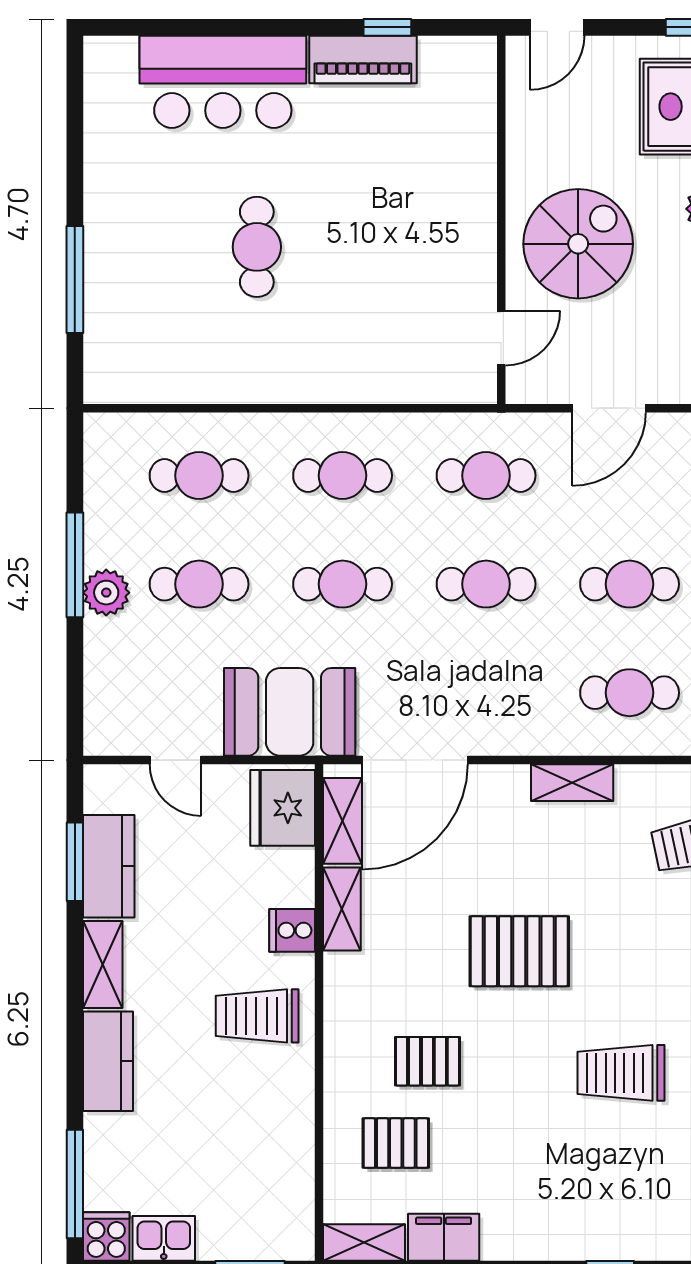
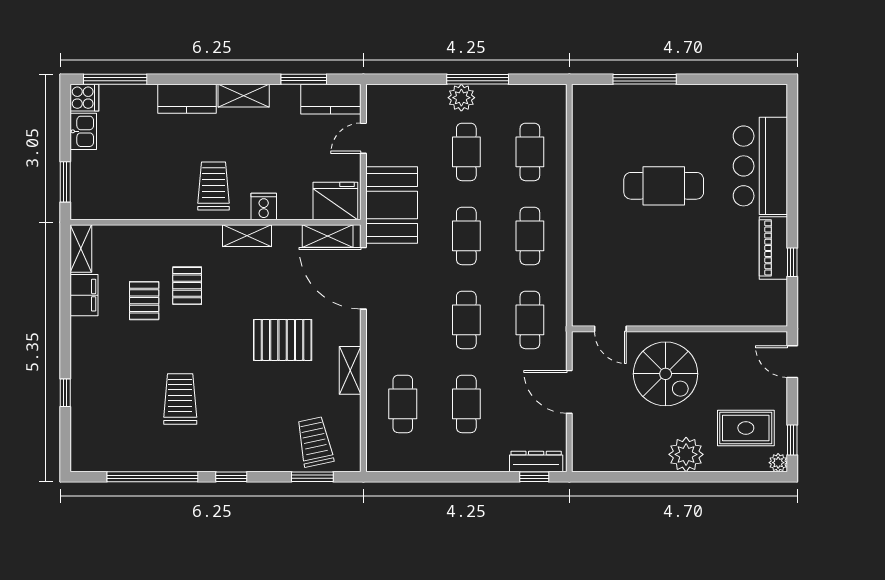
cafe table: (257, 247) -> (664, 186), width x1.37, depth x1.35
kitchen counter: (109, 866) -> (331, 99), moved
shelving: (342, 909) -> (247, 236), moved
pallet: (519, 951) -> (283, 340), moved, turned 90
pallet: (396, 1143) -> (144, 301), moved

